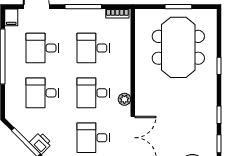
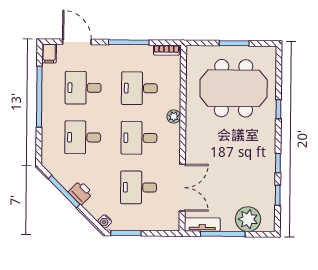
meeting table: (178, 47) -> (234, 88), turned 90
plant: (124, 99) -> (174, 116), moved

